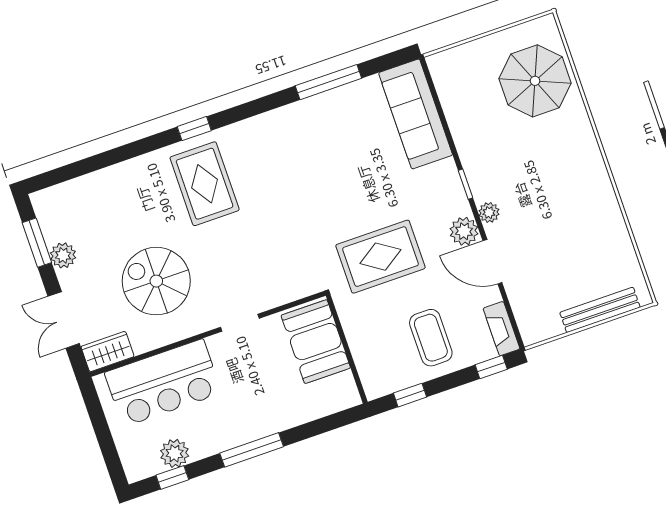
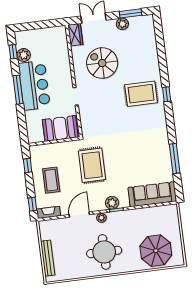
round table: (561, 191) -> (104, 252), added
plant: (464, 231) -> (112, 203), moved
spiral stairs: (156, 281) -> (102, 63), turned -90
coffee table: (431, 338) -> (51, 180), turned 90
bar counter: (163, 383) -> (34, 85), moved, turned 180

